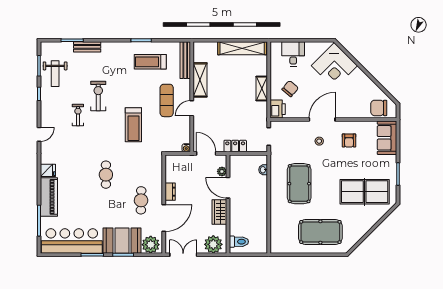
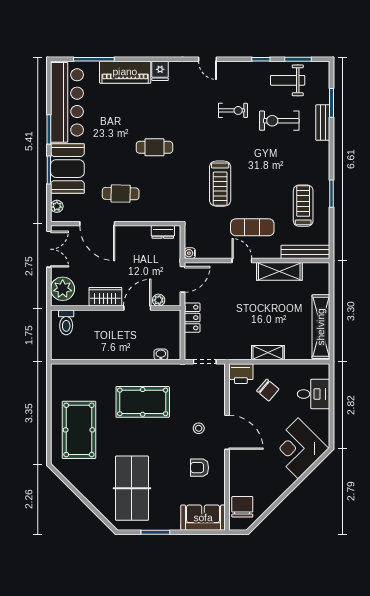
exercise bike: (98, 96) -> (279, 121), moved, turned 180
treadmill: (133, 125) -> (220, 184), turned -90
dresser: (170, 192) -> (163, 232), moved
plant: (151, 245) -> (57, 206), width x0.53, depth x0.53

